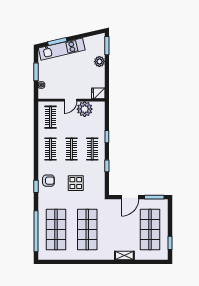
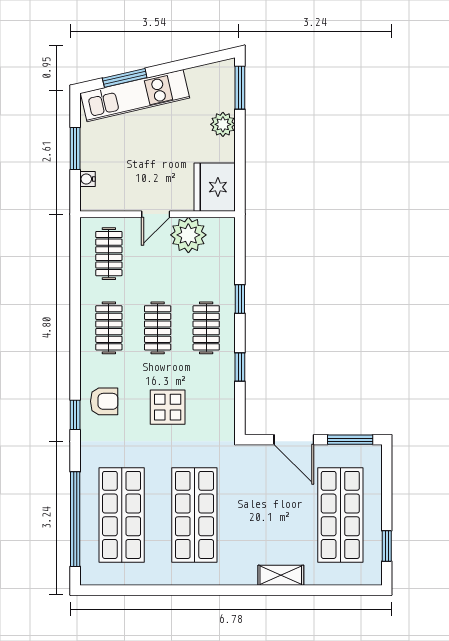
fridge: (98, 93) -> (215, 187), width x1.88, depth x1.34
door: (130, 197) -> (294, 440), hinge flipped

